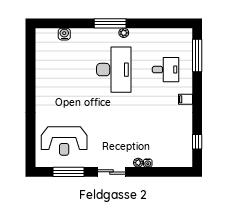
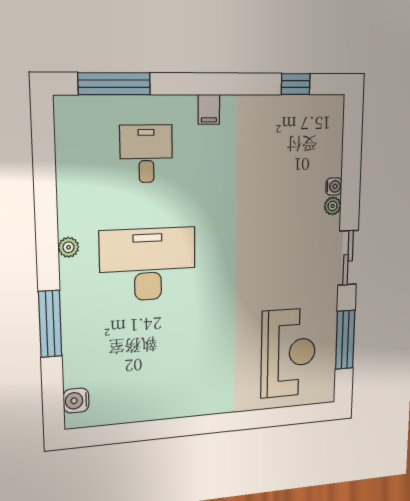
window: (110, 23) -> (50, 324), moved
water cooler: (64, 34) -> (76, 401), moved

